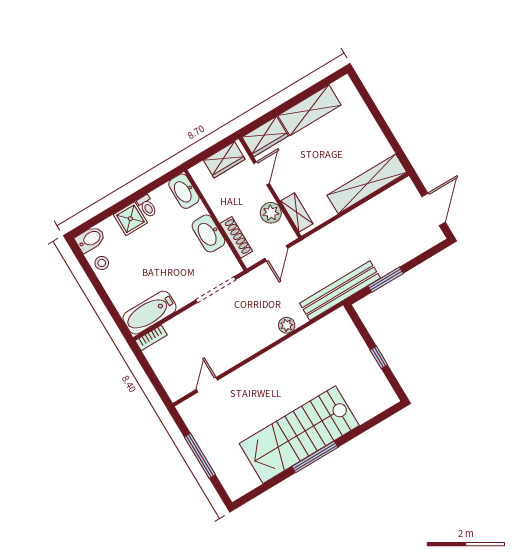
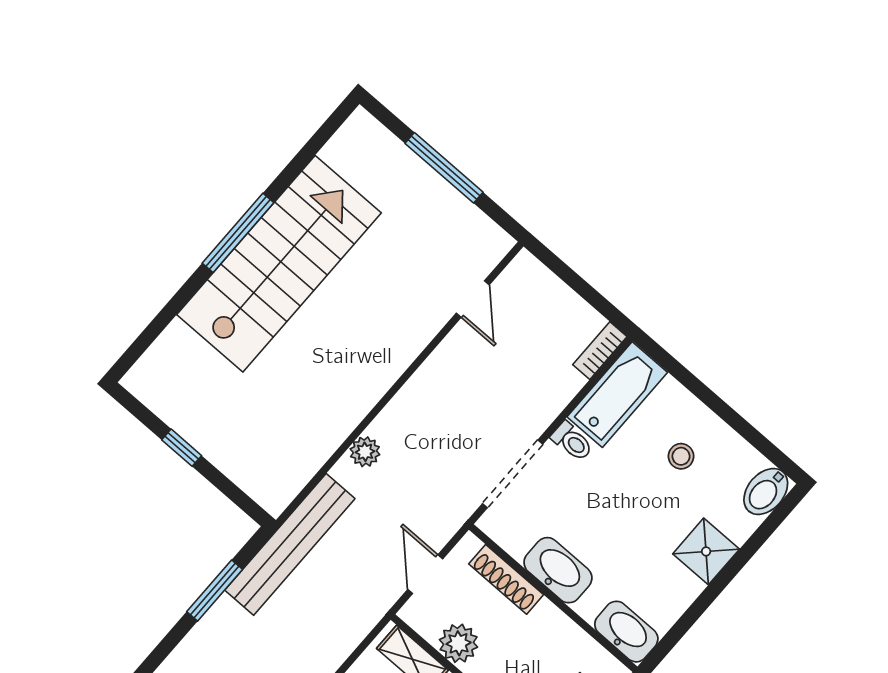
toilet: (147, 206) -> (572, 441), moved, turned 180
stool: (102, 263) -> (681, 456), moved

